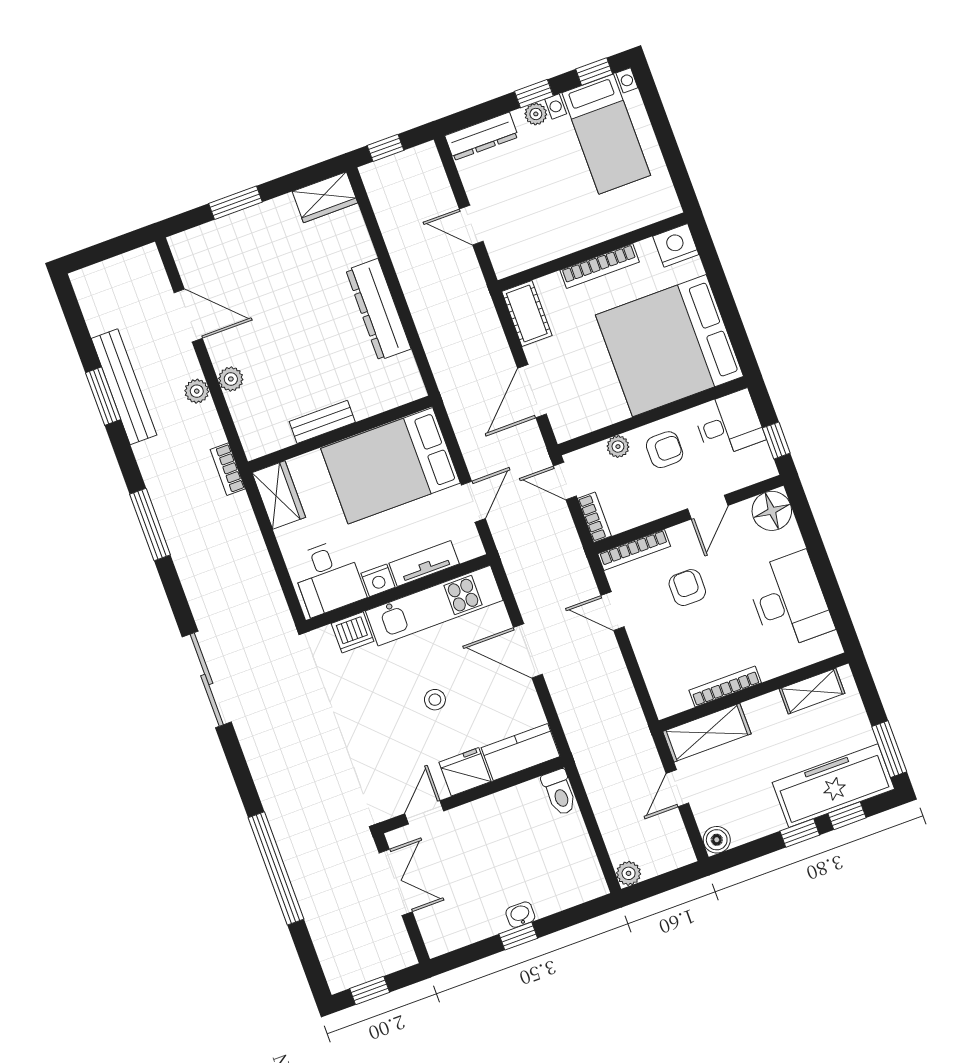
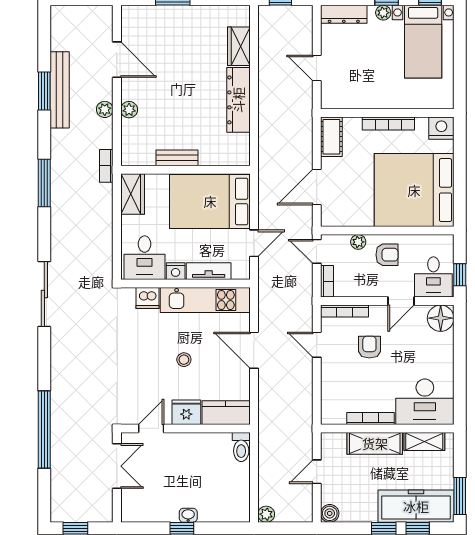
wardrobe: (325, 197) -> (239, 46), moved, turned 90
desk: (729, 424) -> (433, 277), moved, turned 90
desk: (789, 600) -> (425, 402), moved, turned 90
shelving: (707, 733) -> (375, 443), moved

